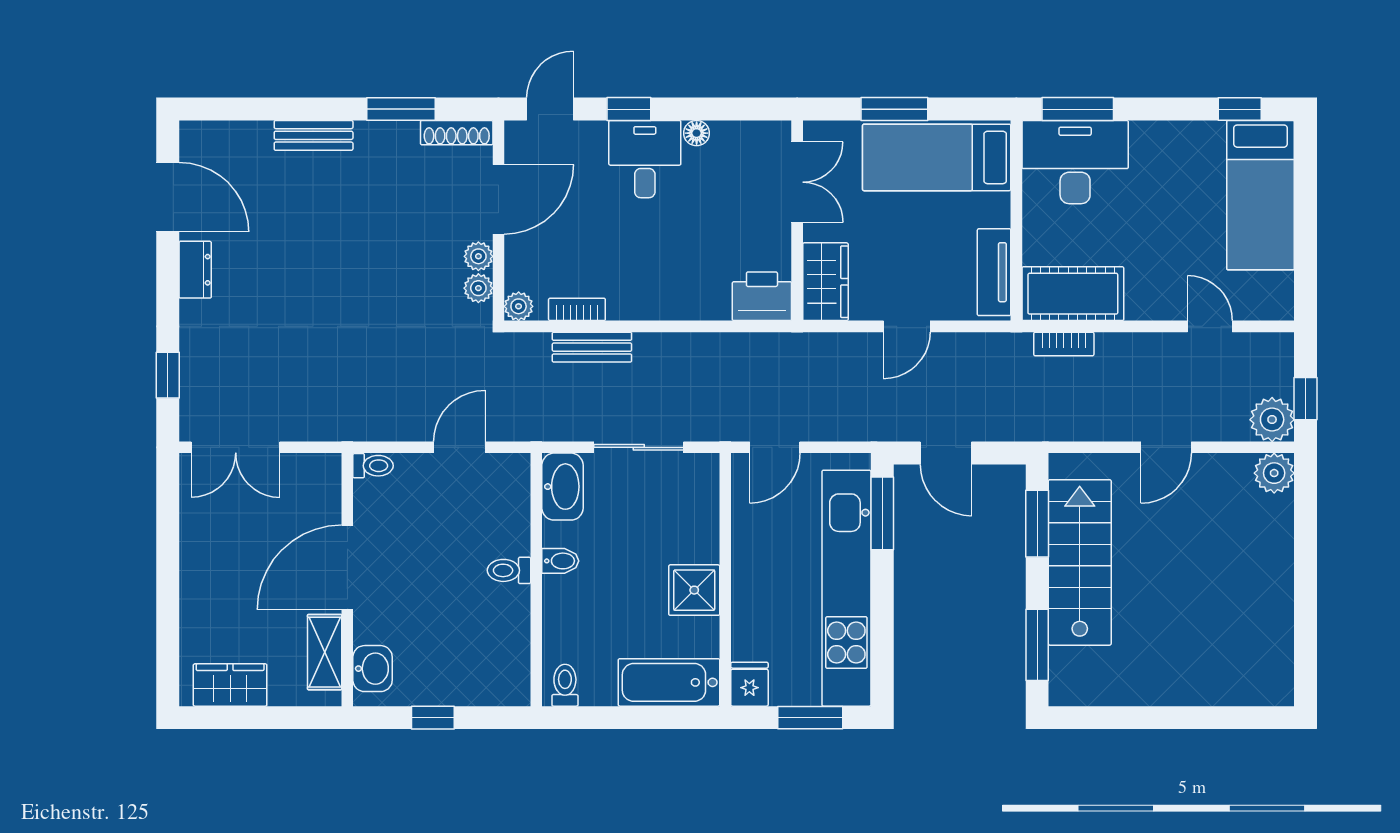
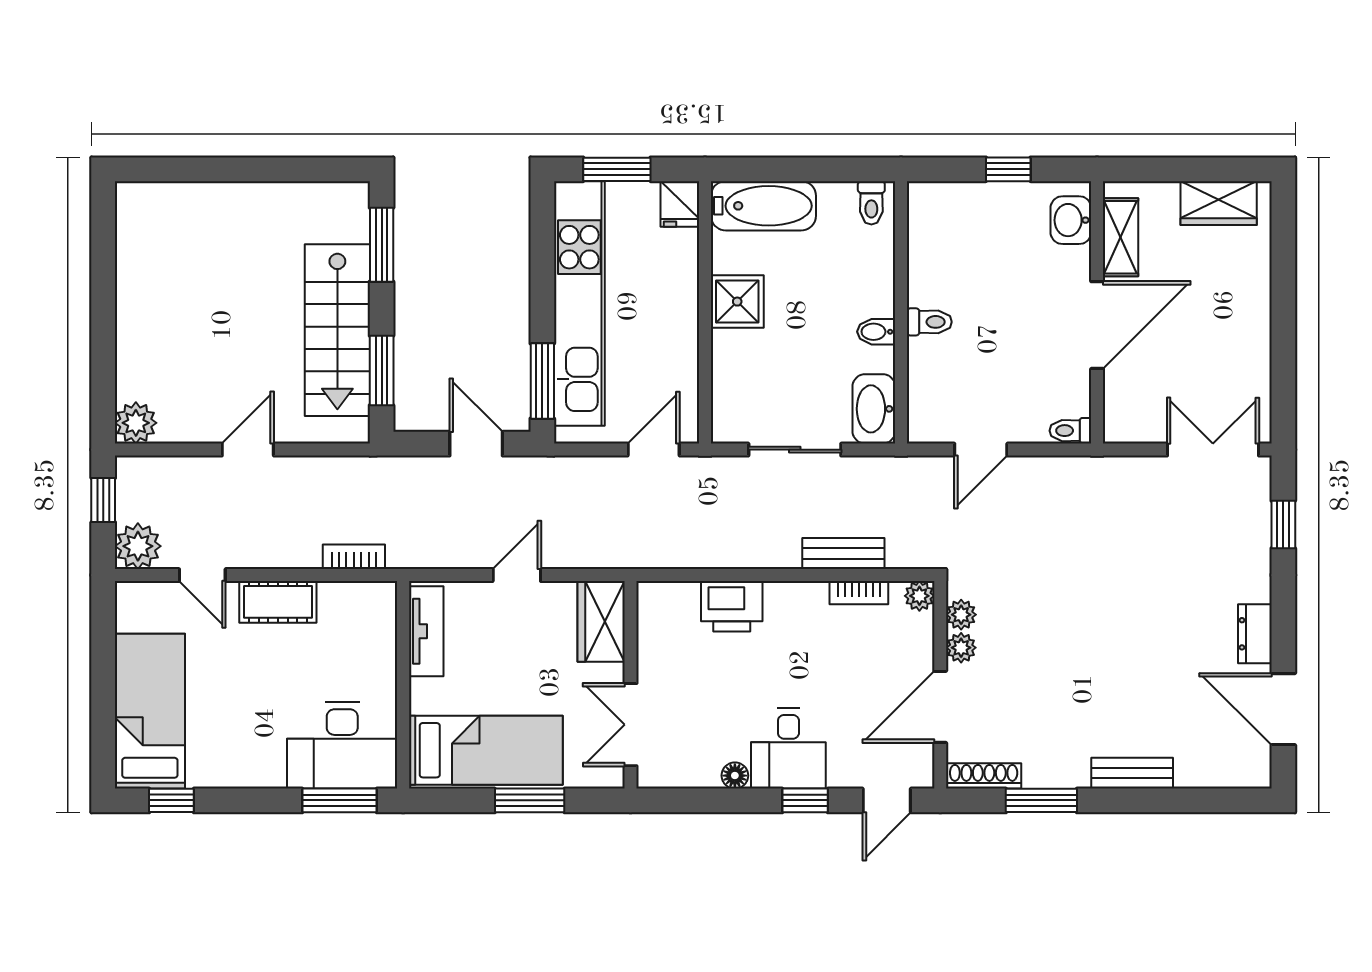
cot: (1073, 294) -> (278, 602), moved, width x0.73, depth x0.75
printer: (762, 296) -> (732, 606), moved
plant: (1272, 420) -> (138, 546), moved

